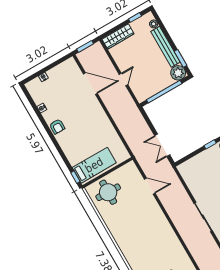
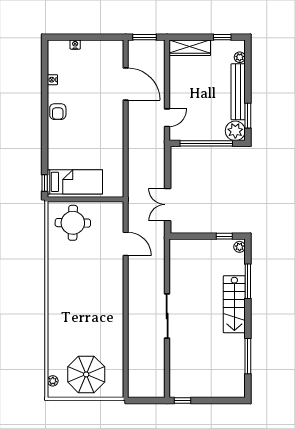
door: (124, 80) -> (167, 118), moved

